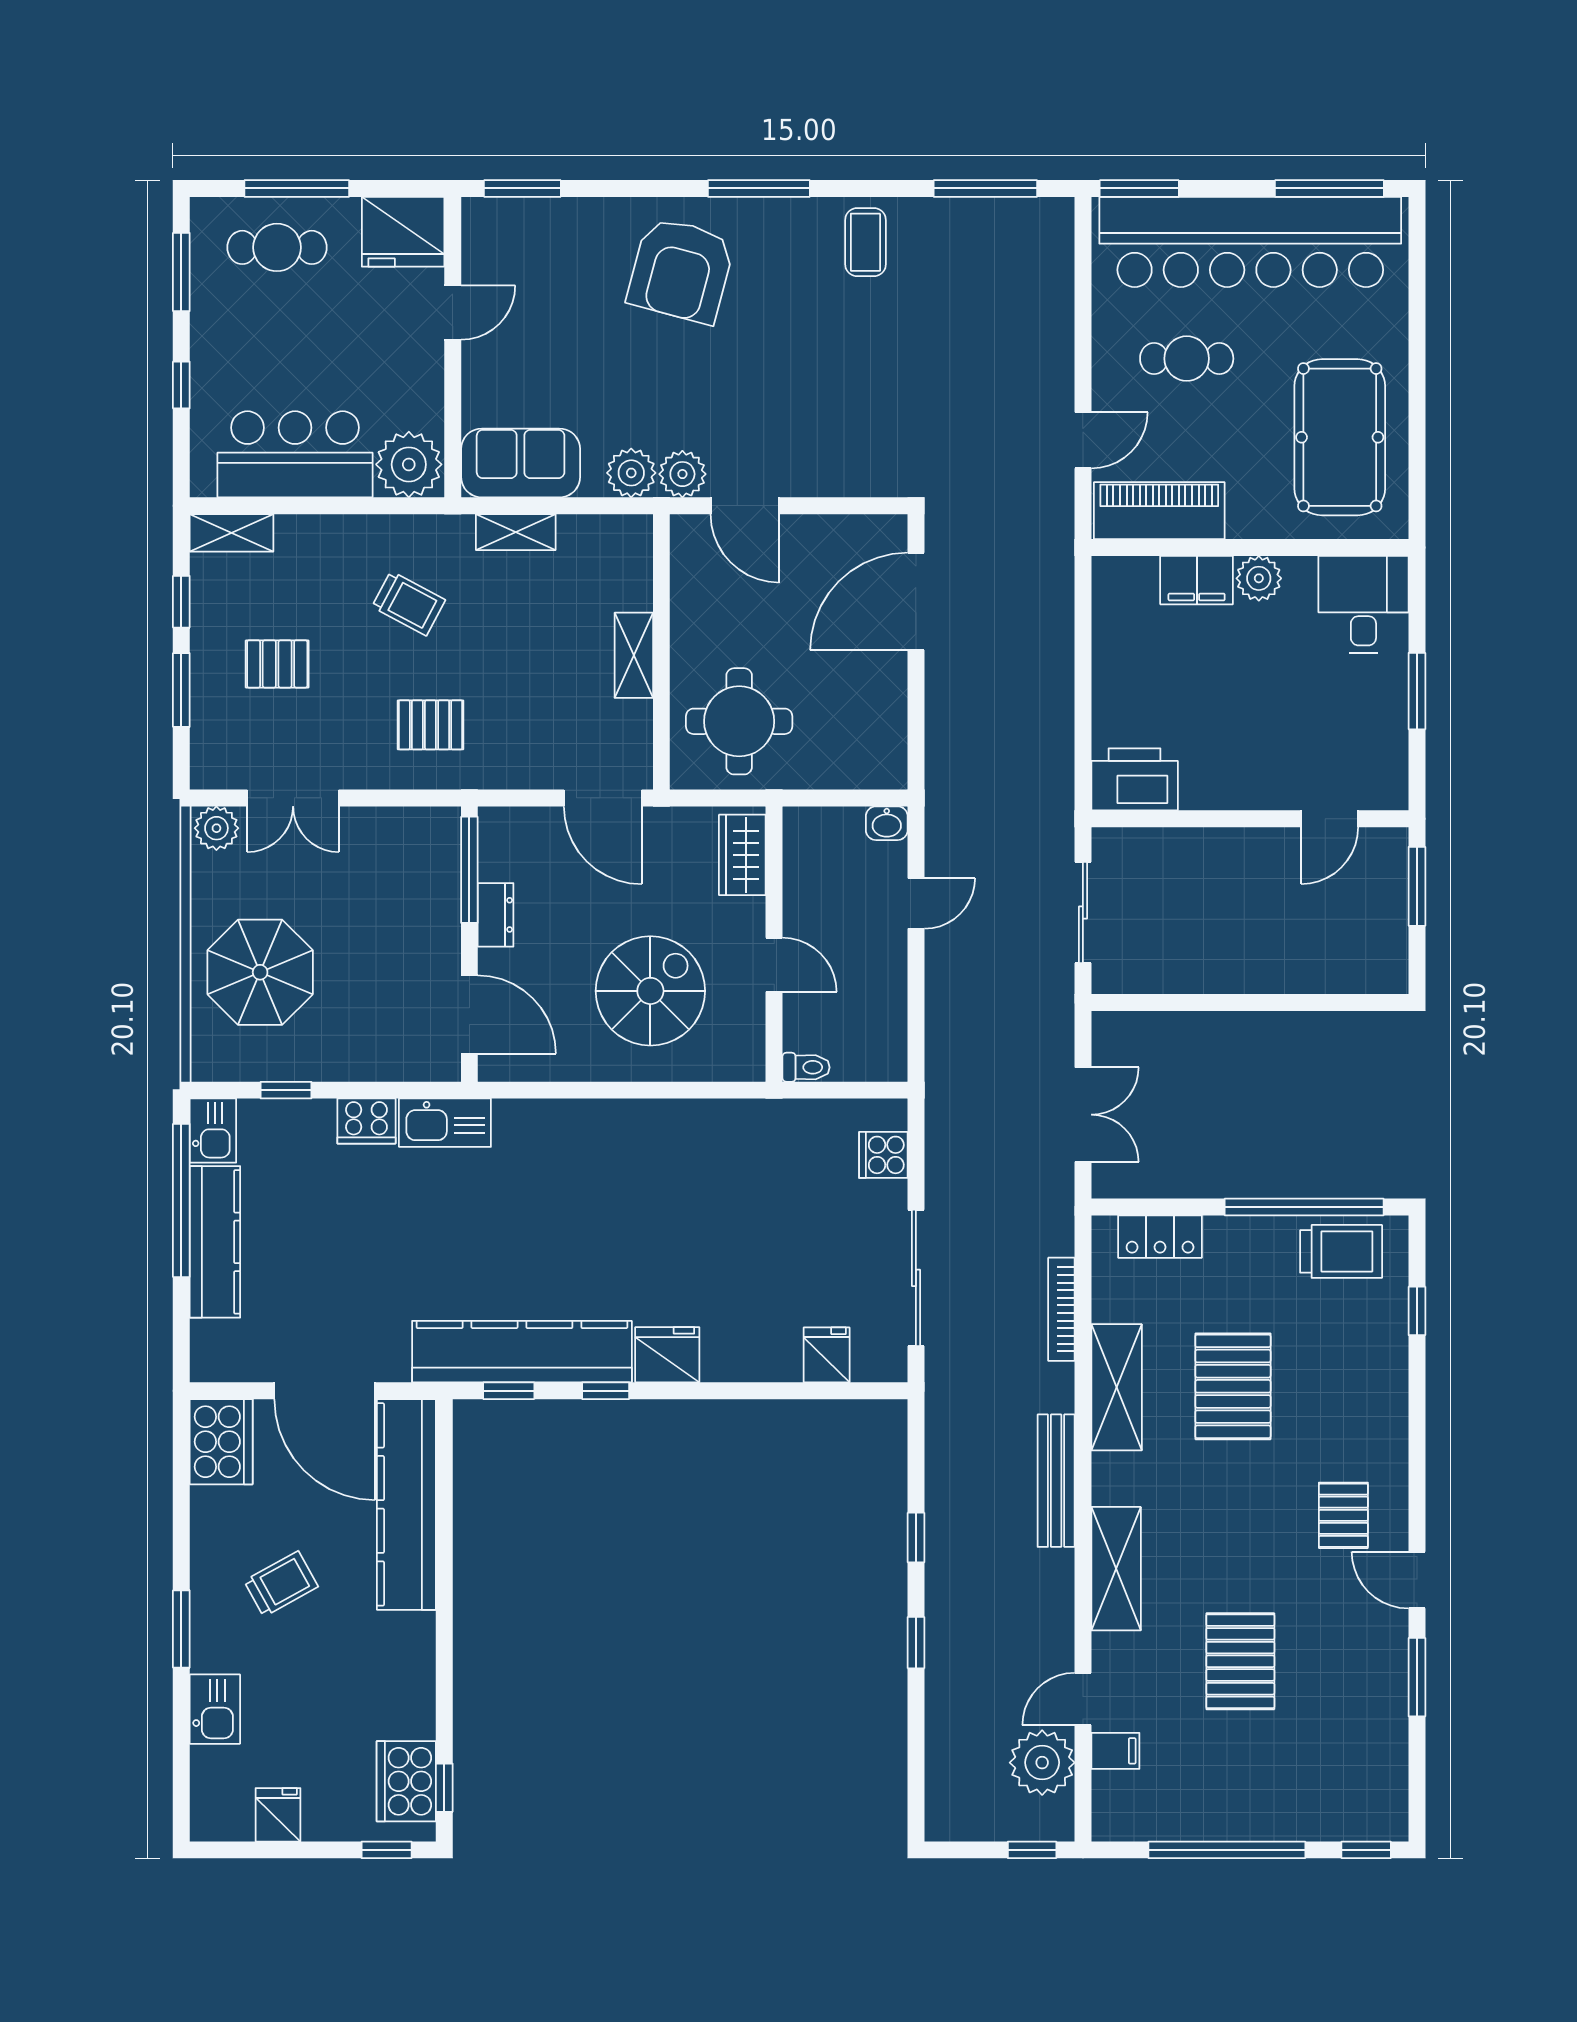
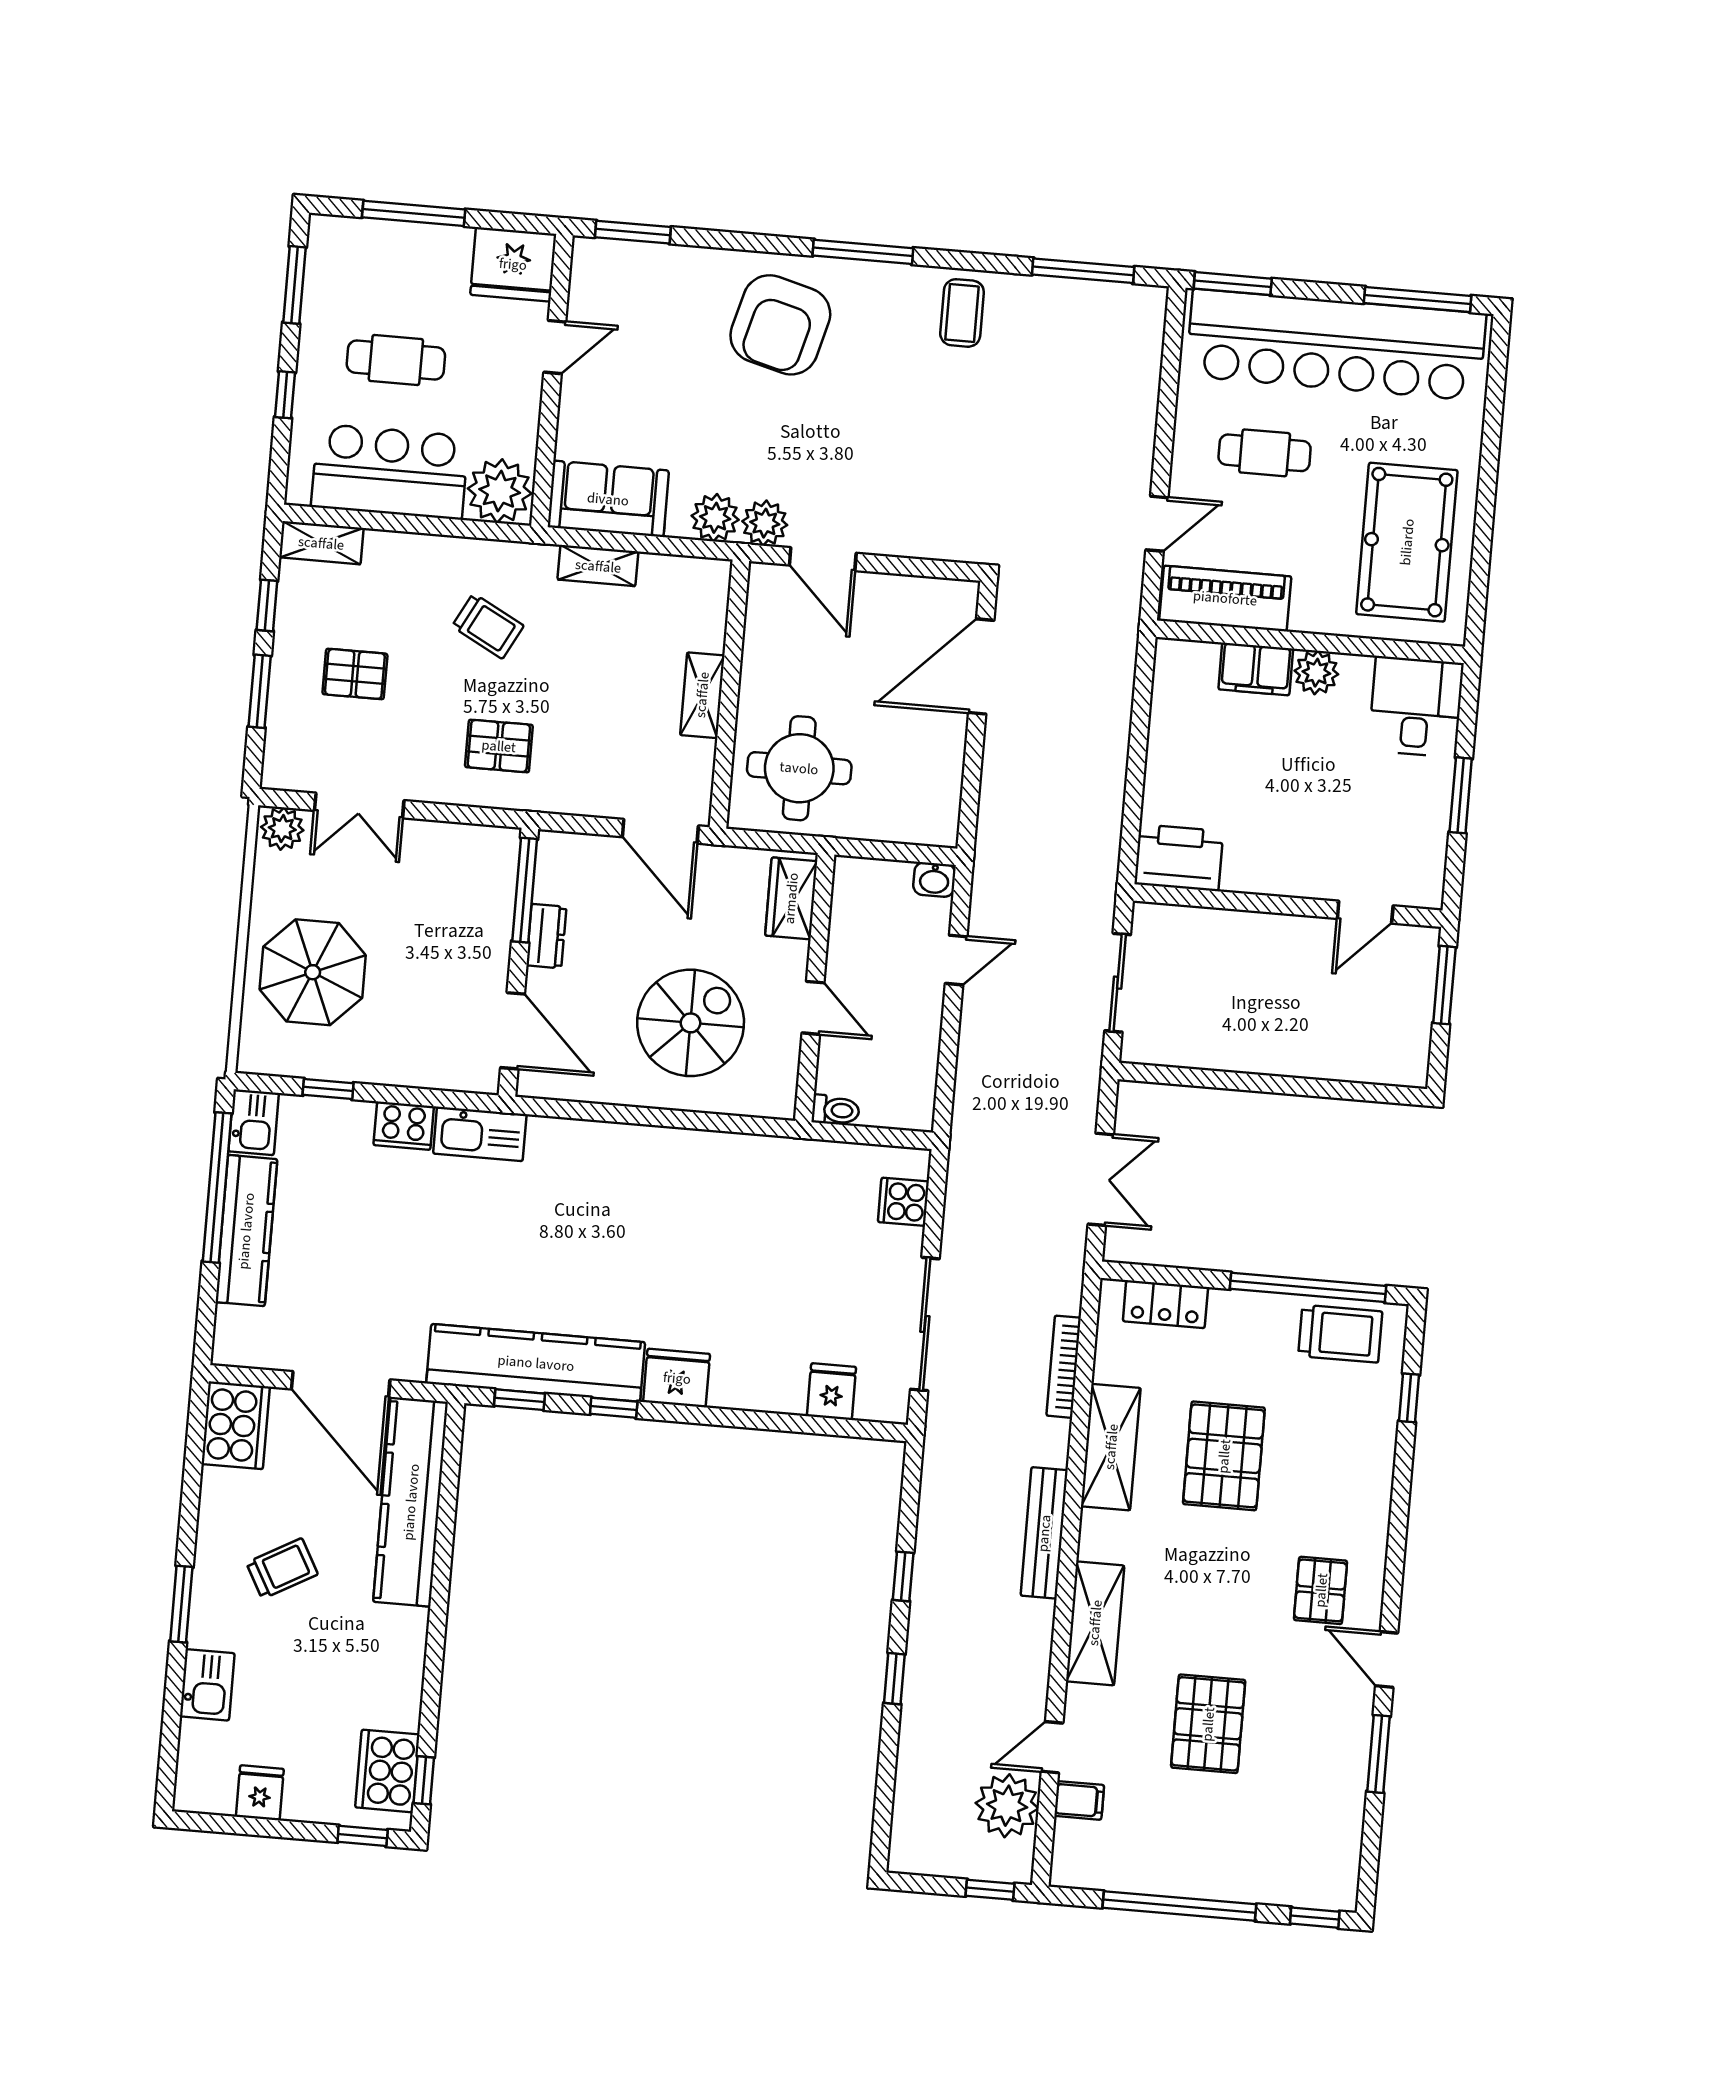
cafe table: (277, 247) -> (396, 360), moved

